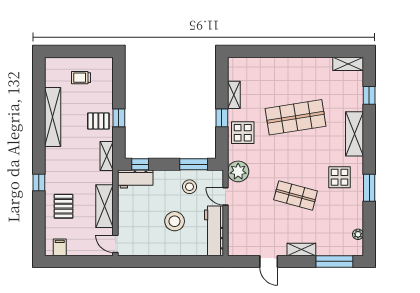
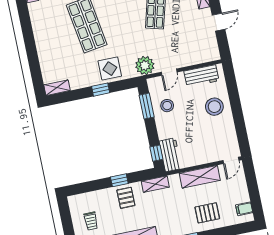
shelving: (234, 95) -> (57, 88), moved
stool: (175, 221) -> (214, 107), moved
workbench: (214, 231) -> (201, 76), width x0.73

